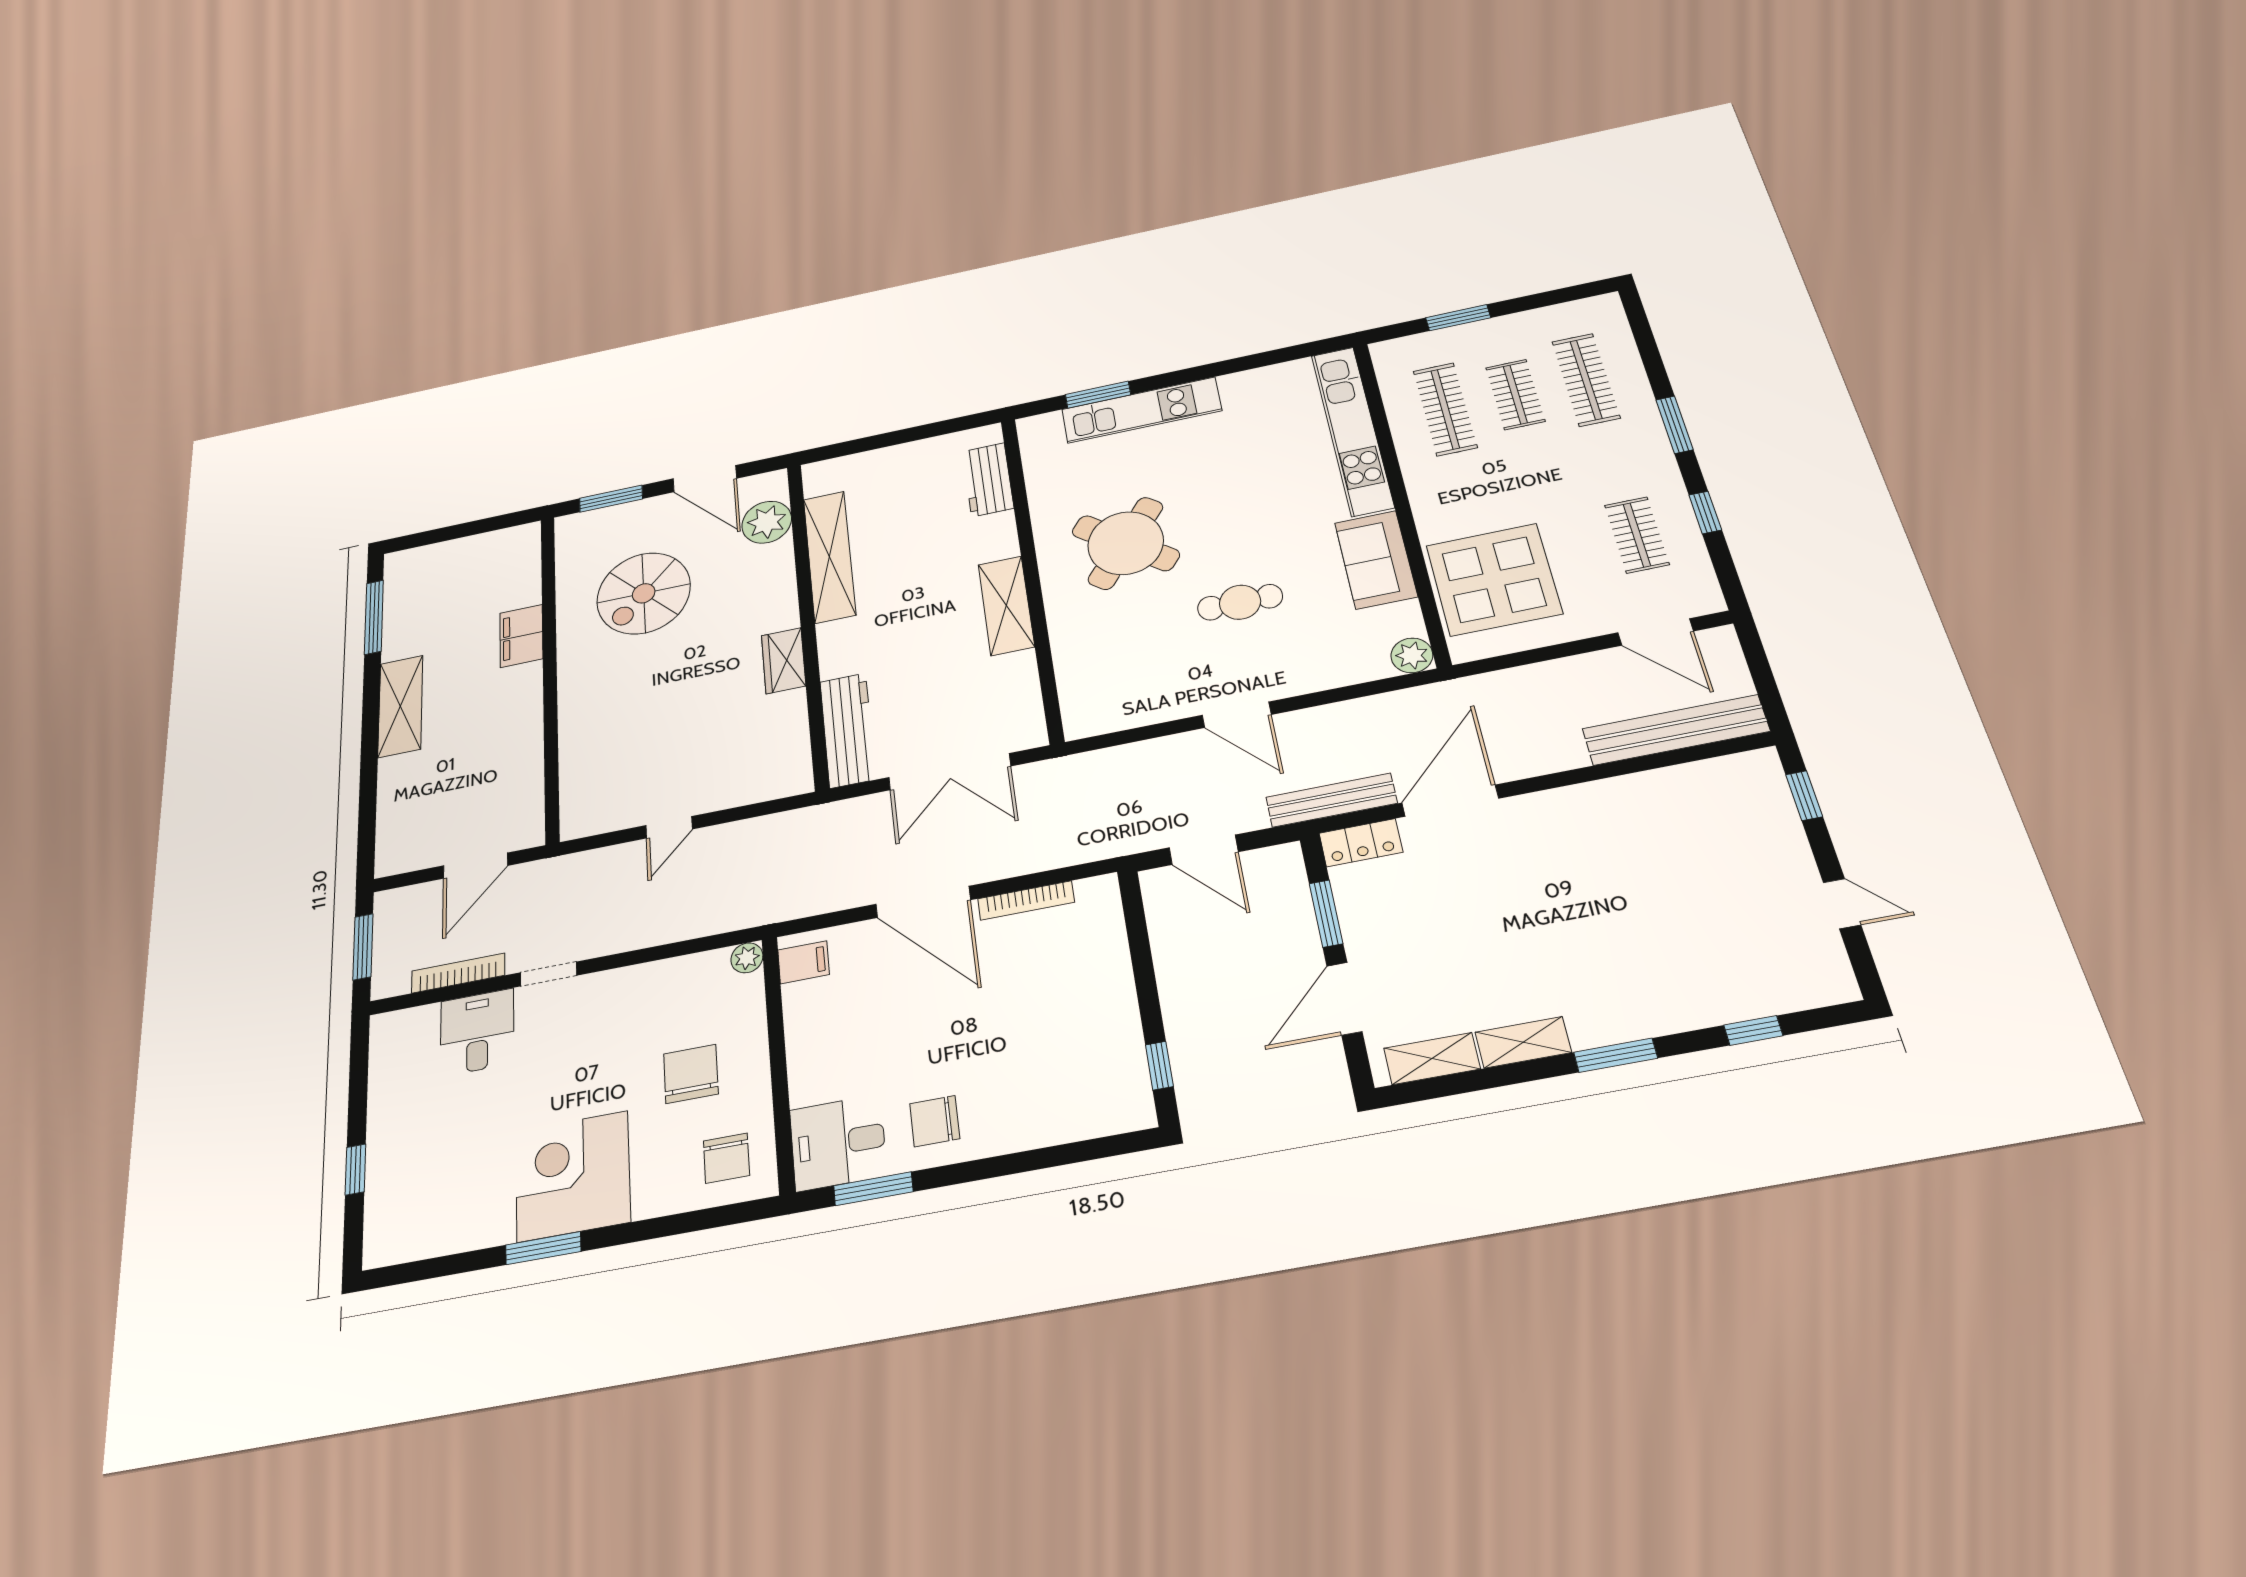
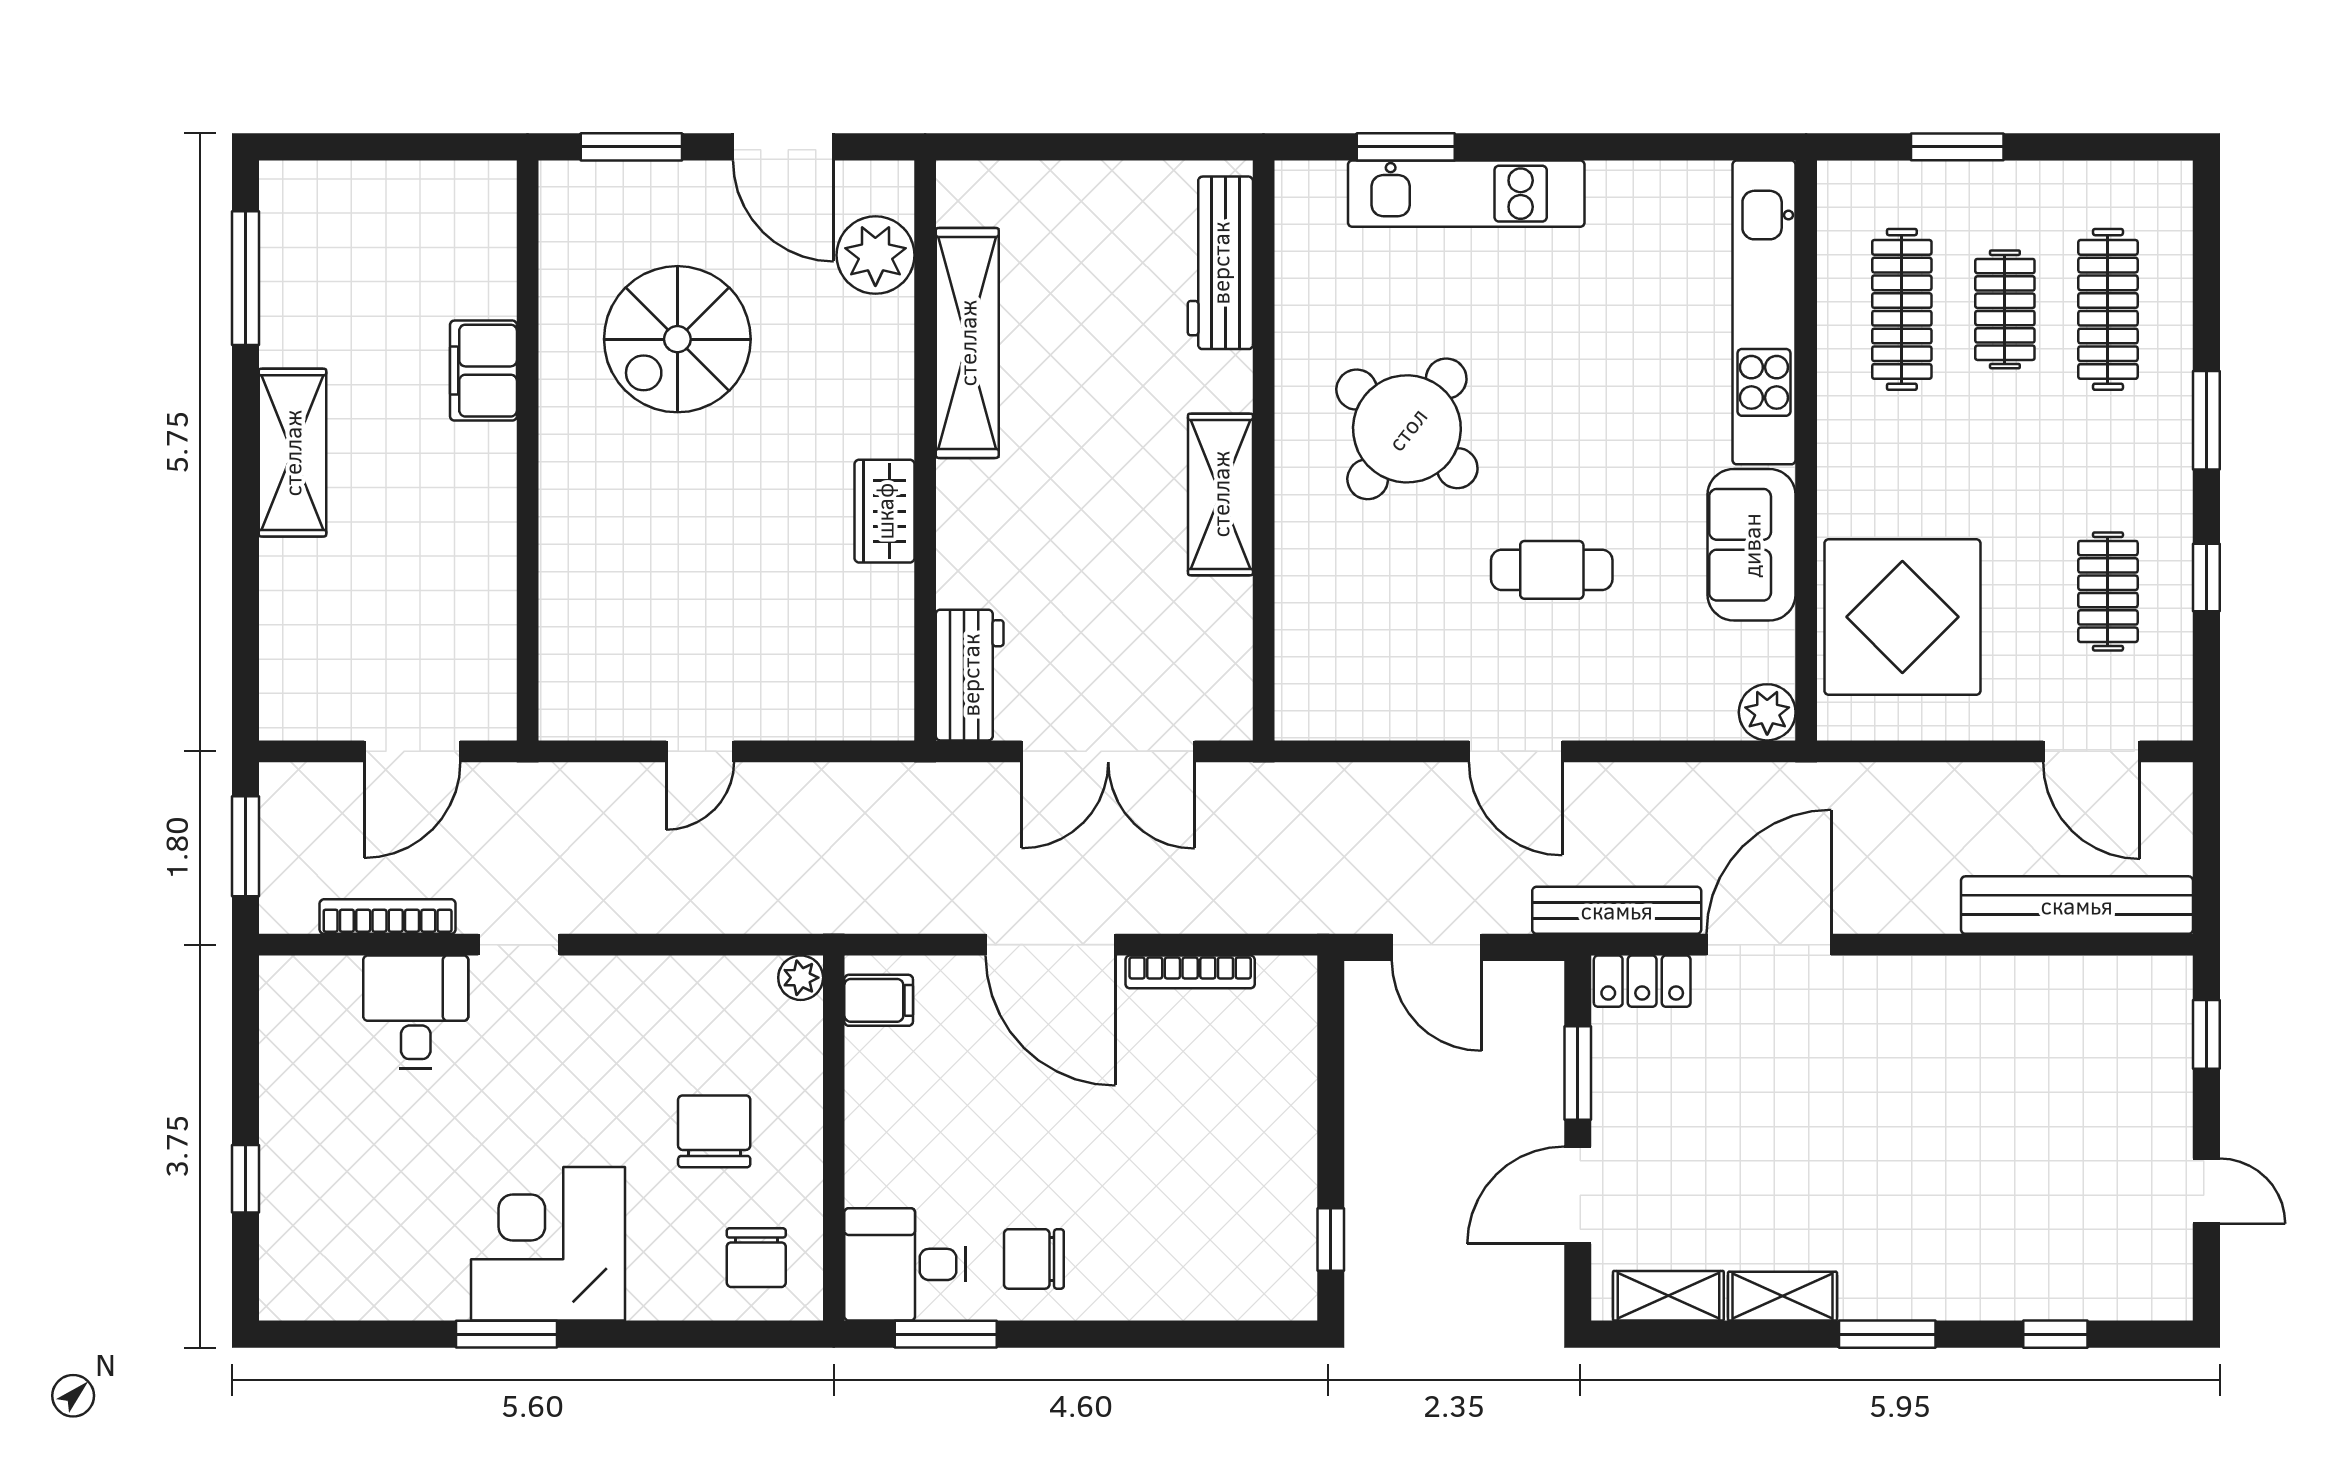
workbench: (988, 480) -> (1220, 263), width x1.38
workbench: (848, 730) -> (970, 675), width x0.73

